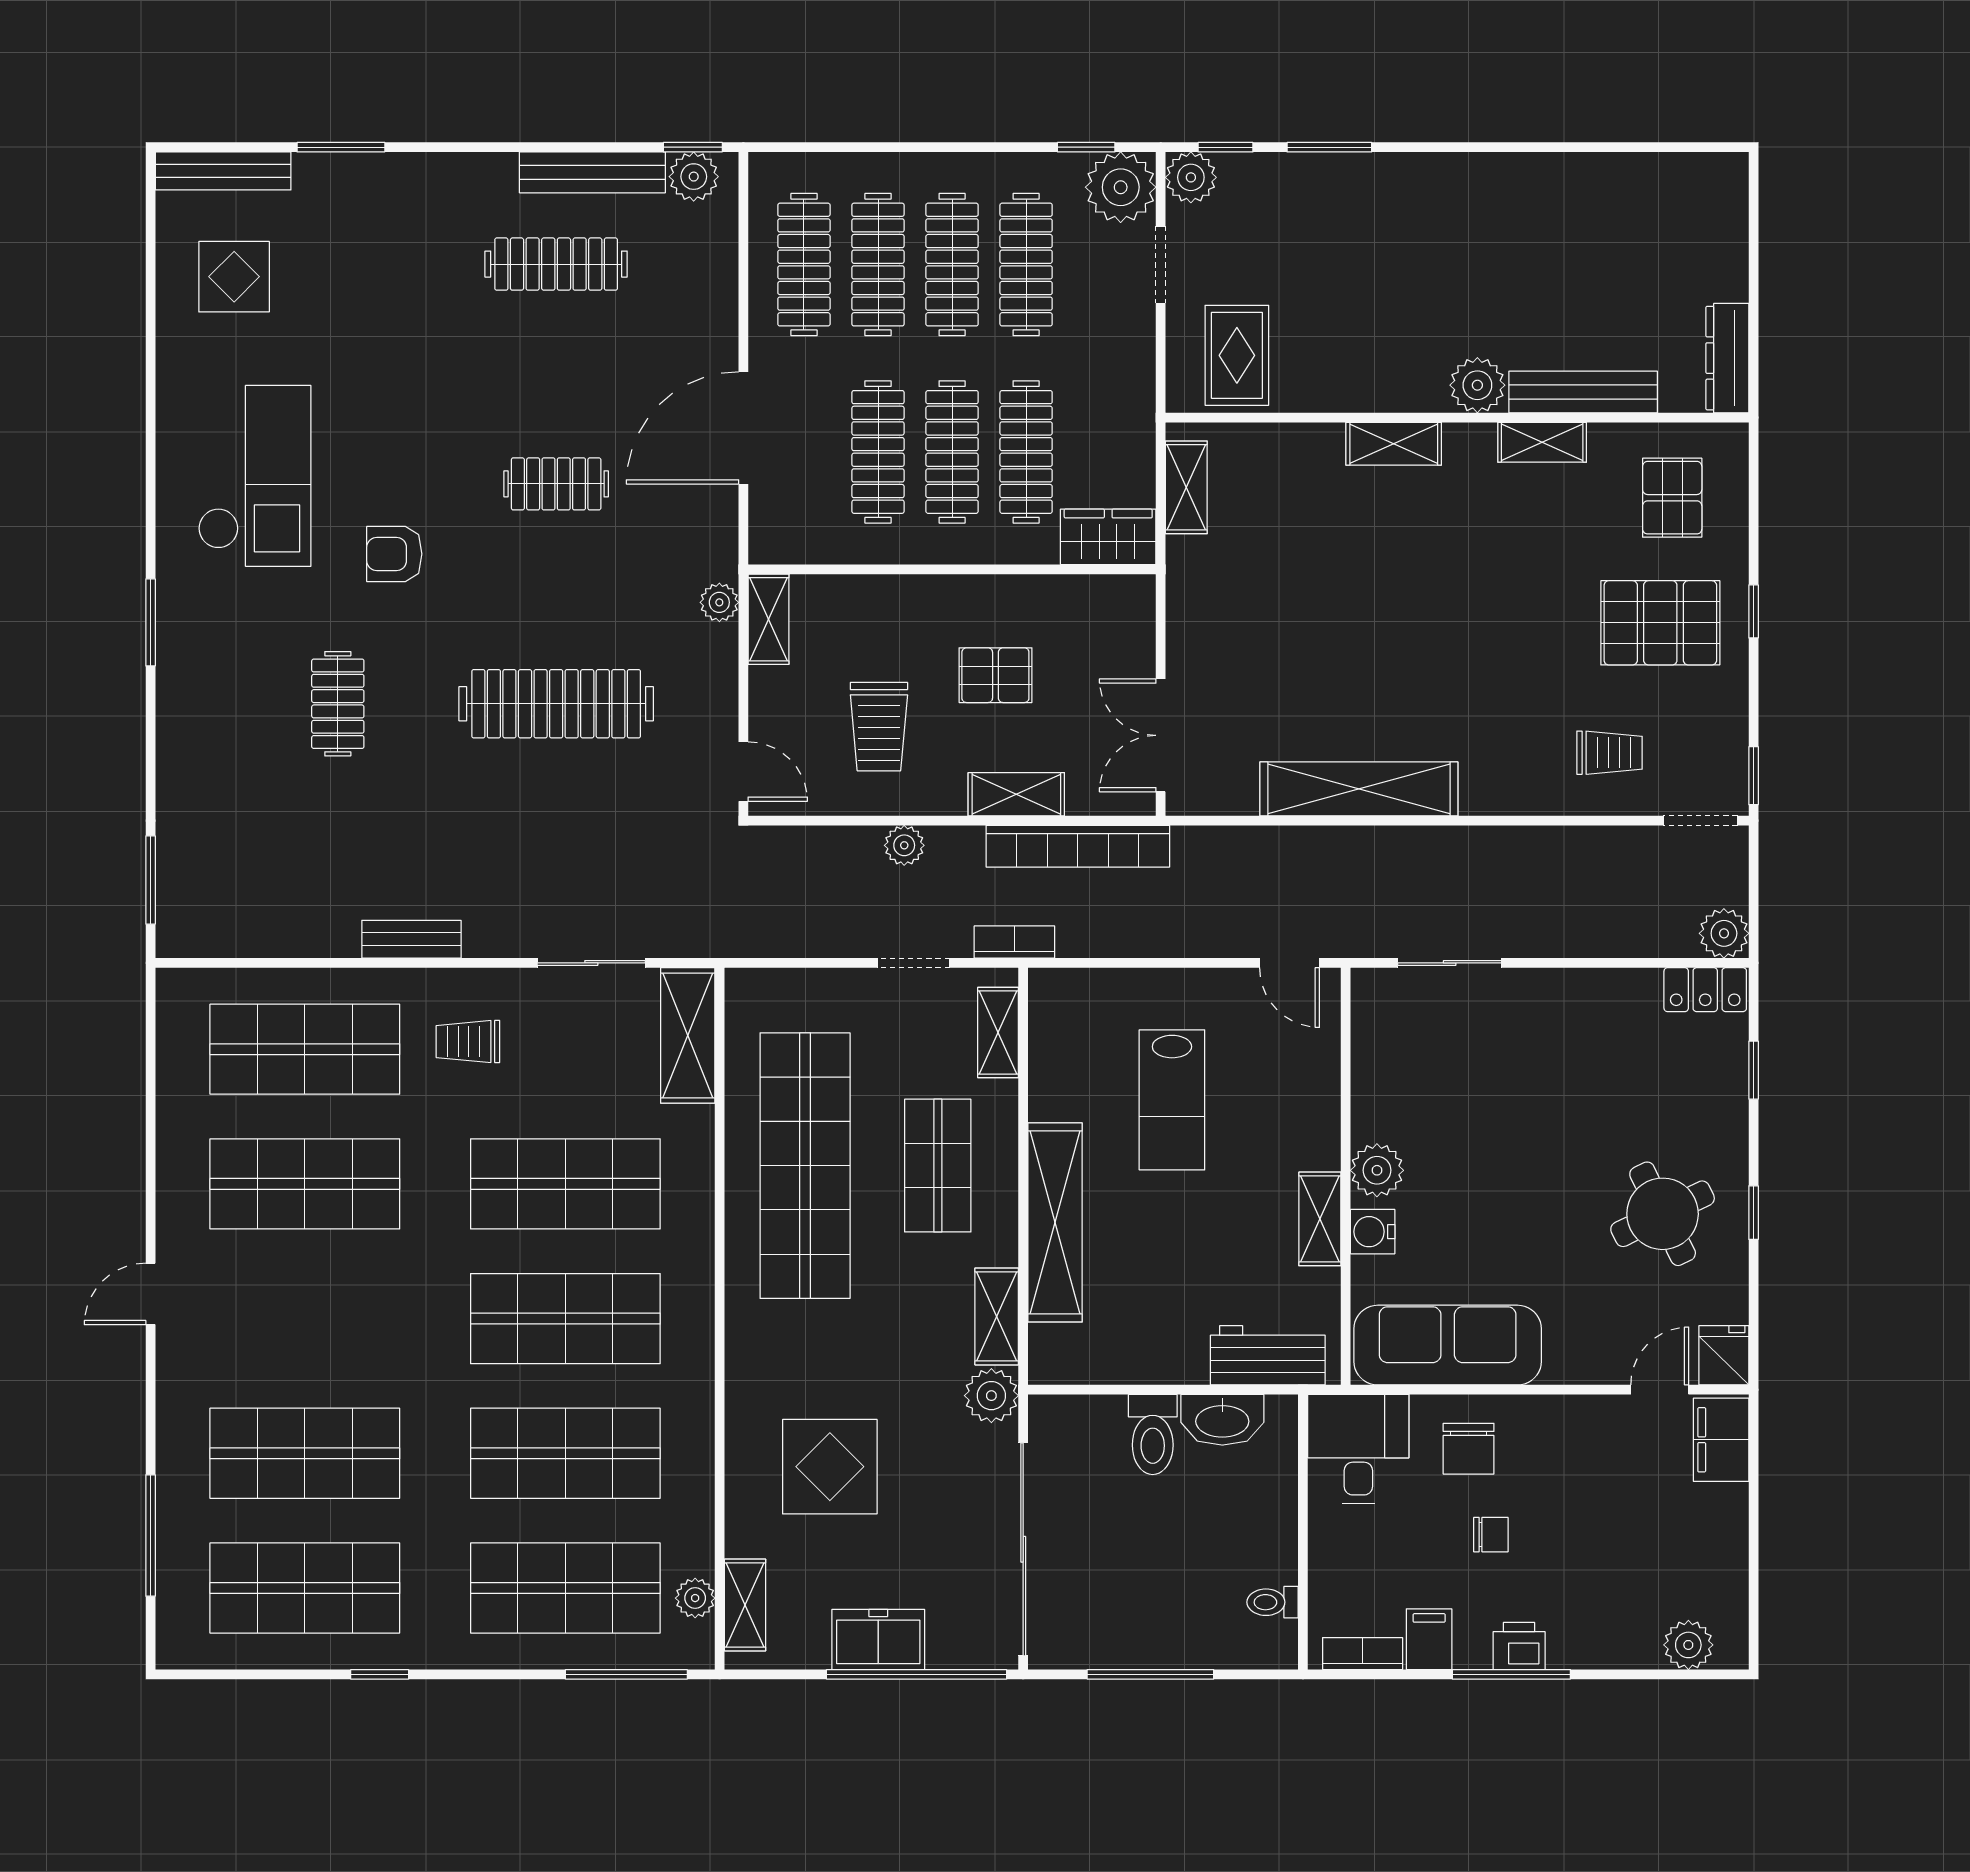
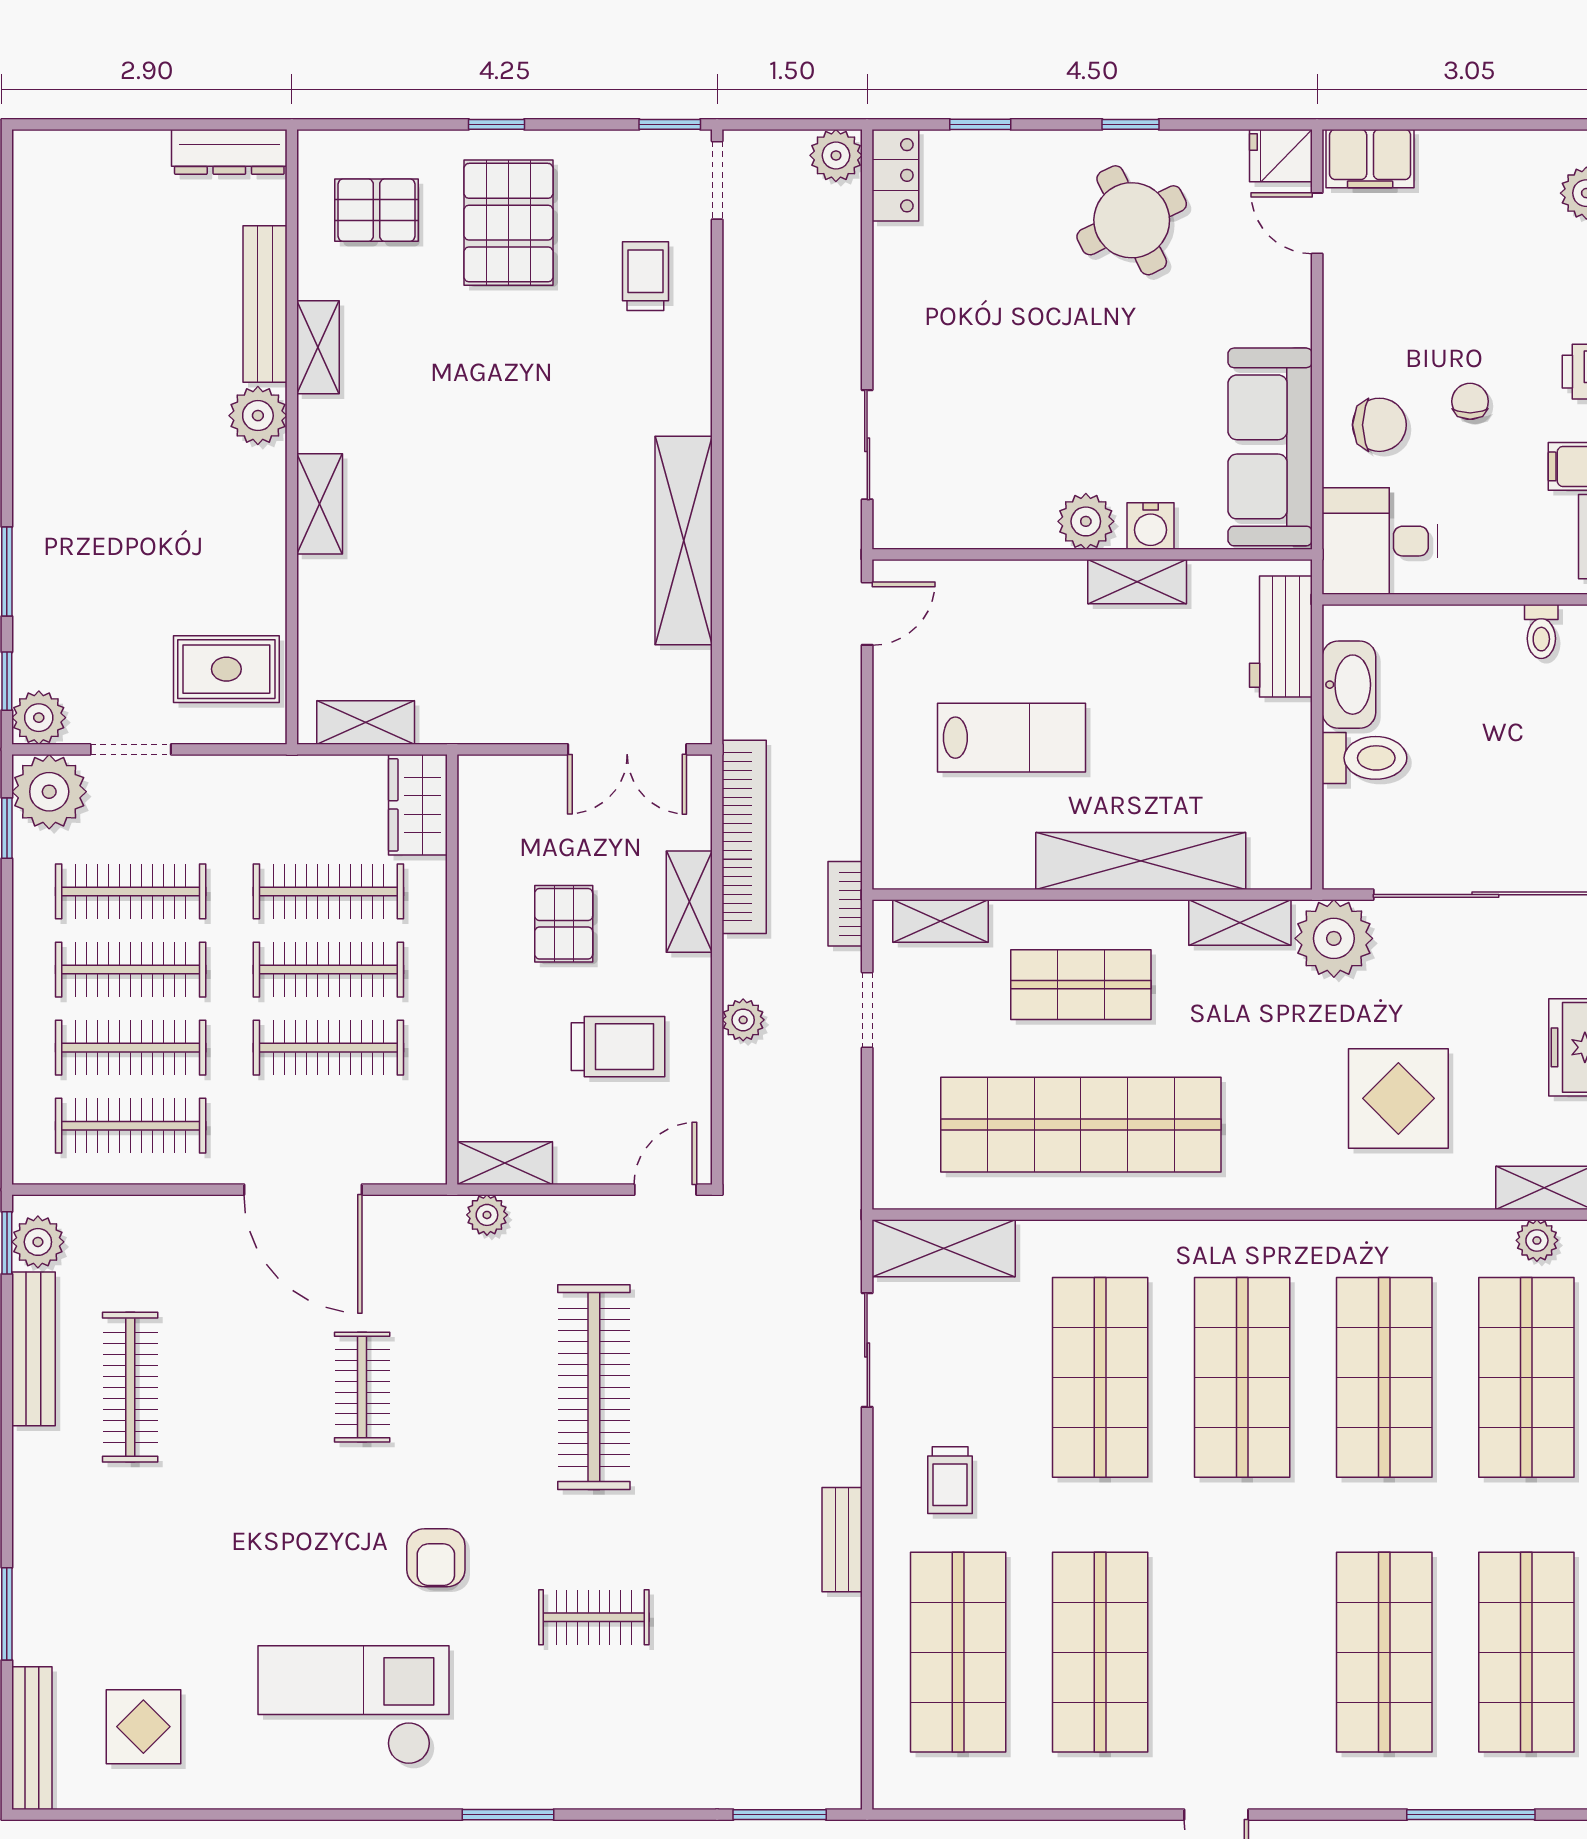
plant: (991, 1396) -> (1334, 938), width x1.36, depth x1.36

